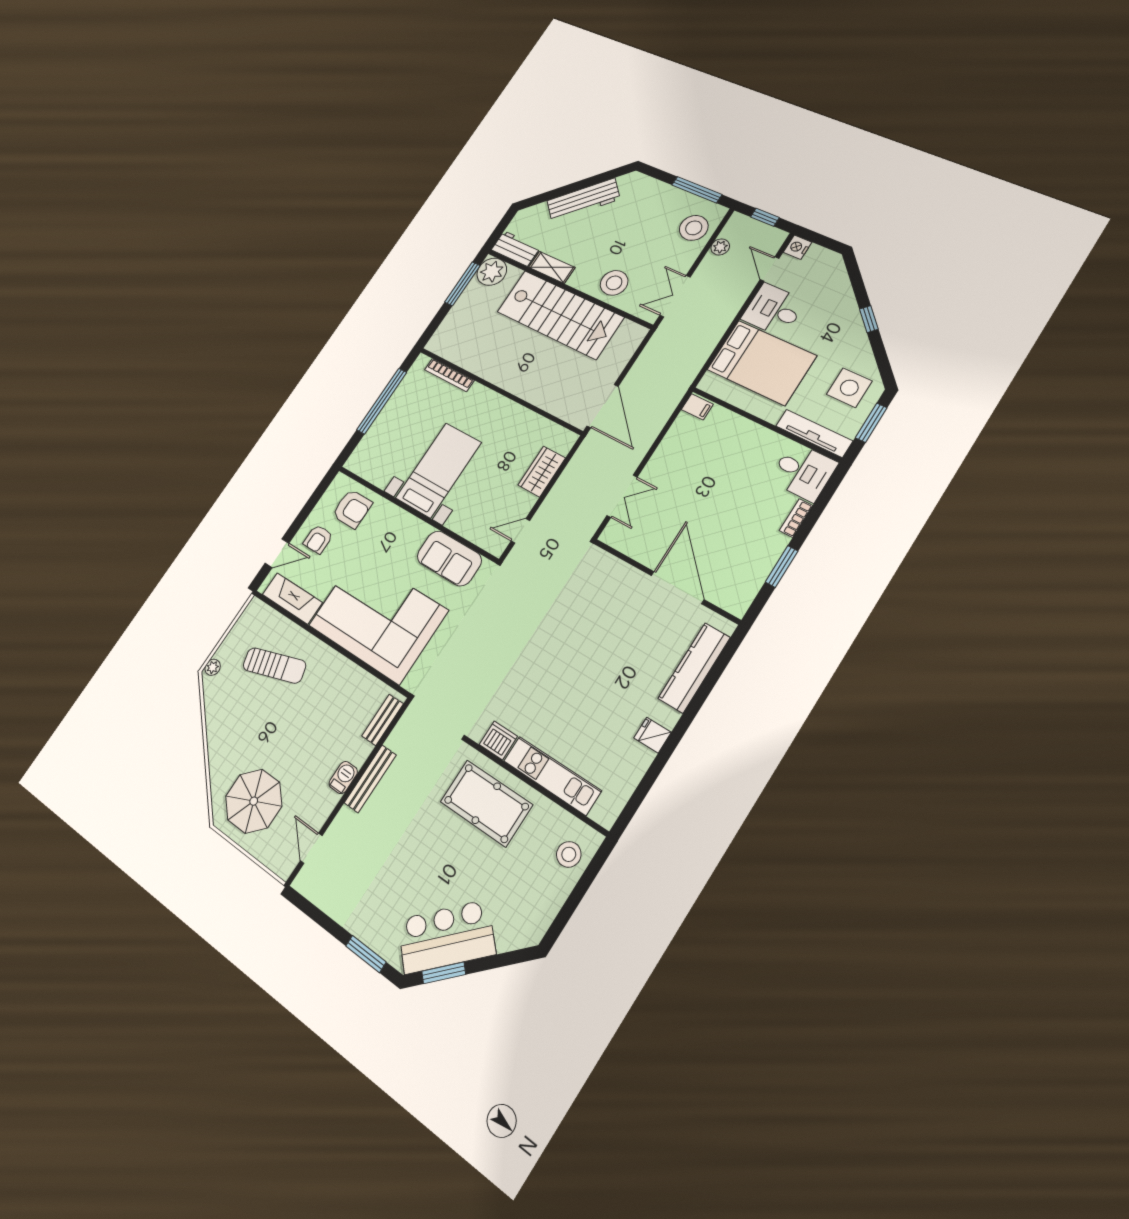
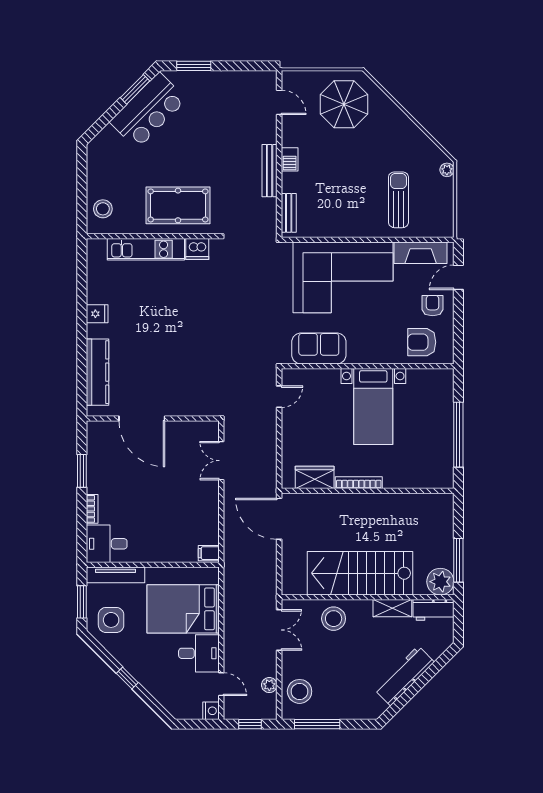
bookcase: (449, 375) -> (359, 483), moved
wardrobe: (542, 472) -> (315, 477), moved, turned -90
sun lounger: (274, 665) -> (398, 200), turned 107

